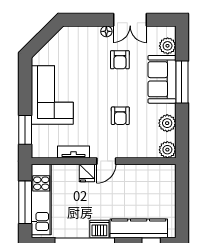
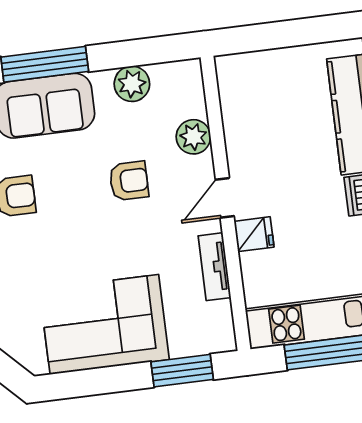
plant: (167, 150) -> (193, 137), moved
door: (106, 161) -> (225, 198), swing flipped

